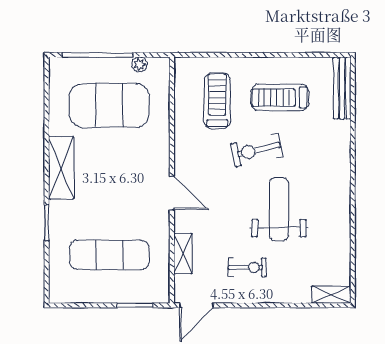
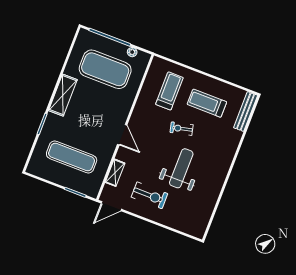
exercise bike: (257, 150) -> (182, 129), width x0.73, depth x0.72
exercise bike: (247, 267) -> (150, 195), width x1.38, depth x1.39
shelving: (331, 295) -> (193, 230), removed

